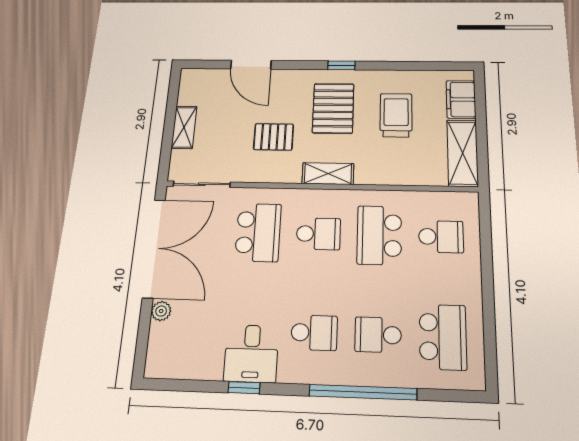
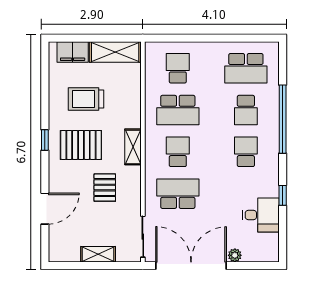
school desk: (443, 337) -> (246, 68), turned 180
desk: (251, 353) -> (261, 215), moved

